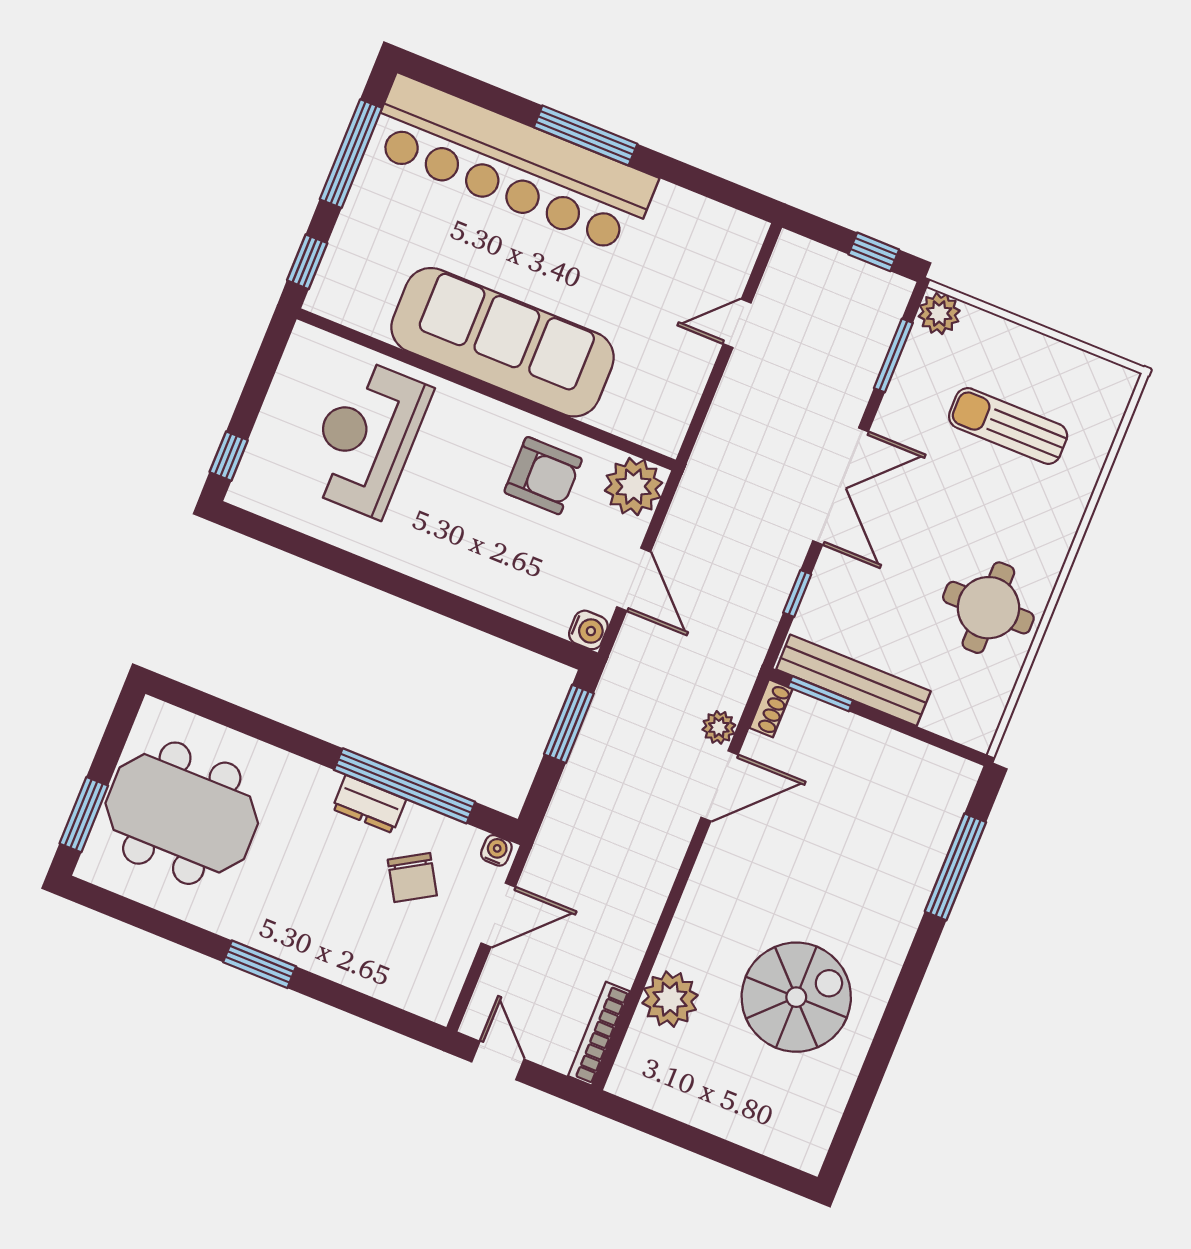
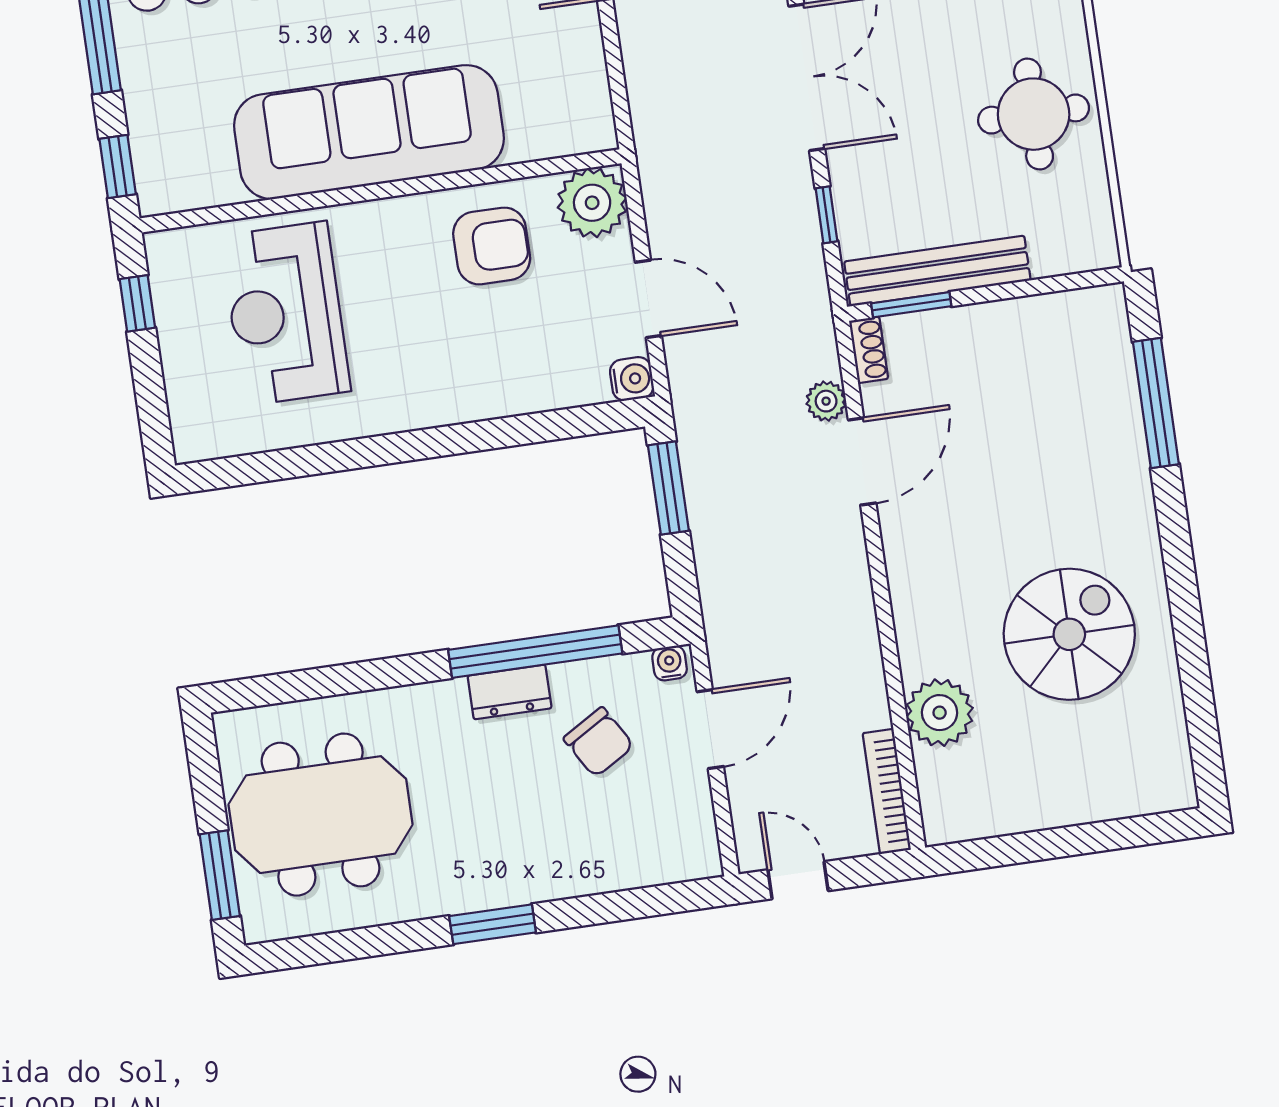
window: (229, 456) -> (137, 303), moved

